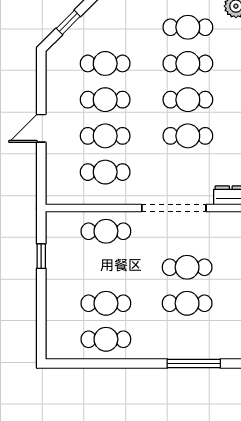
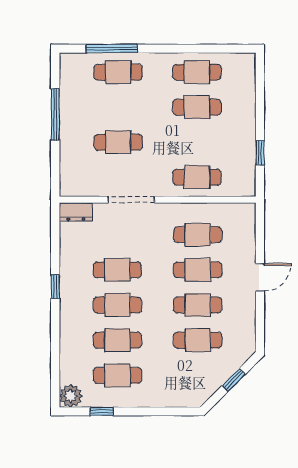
doorway: (174, 208) -> (131, 200), width x0.73
cafe table: (187, 303) -> (118, 72), moved

